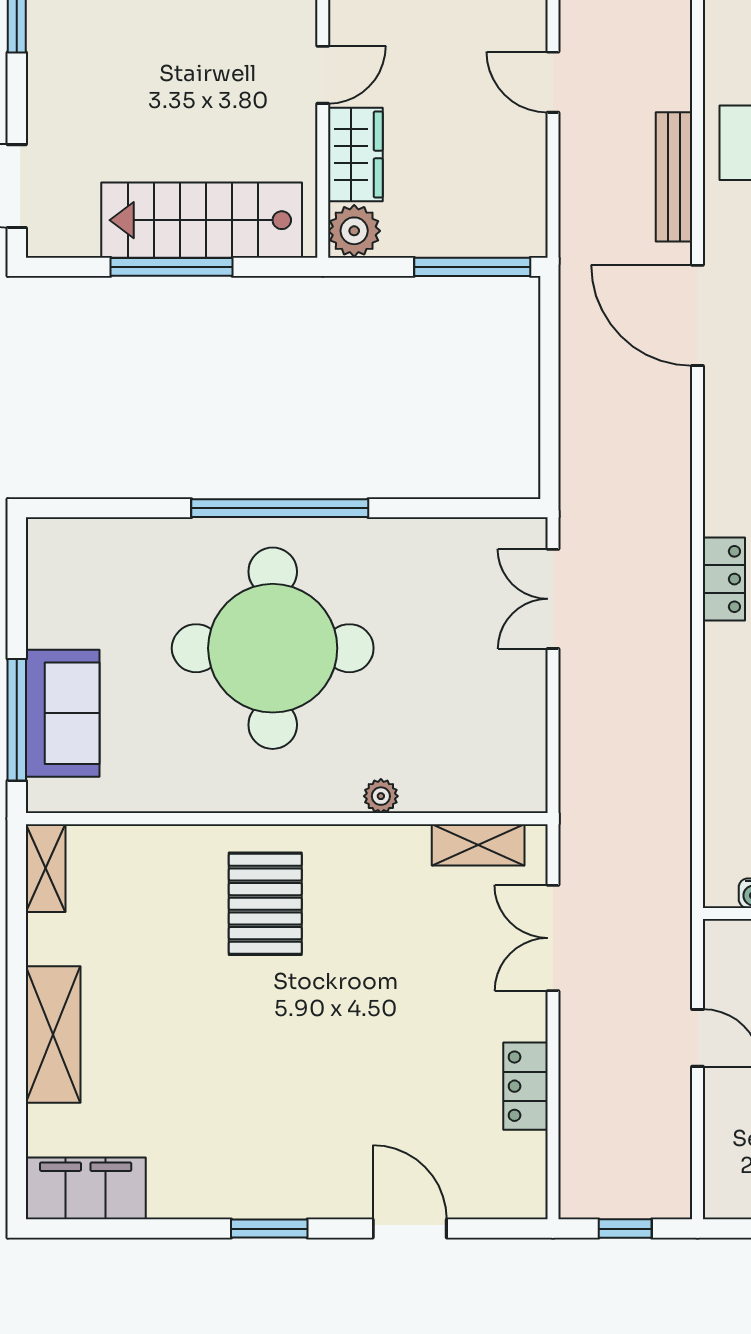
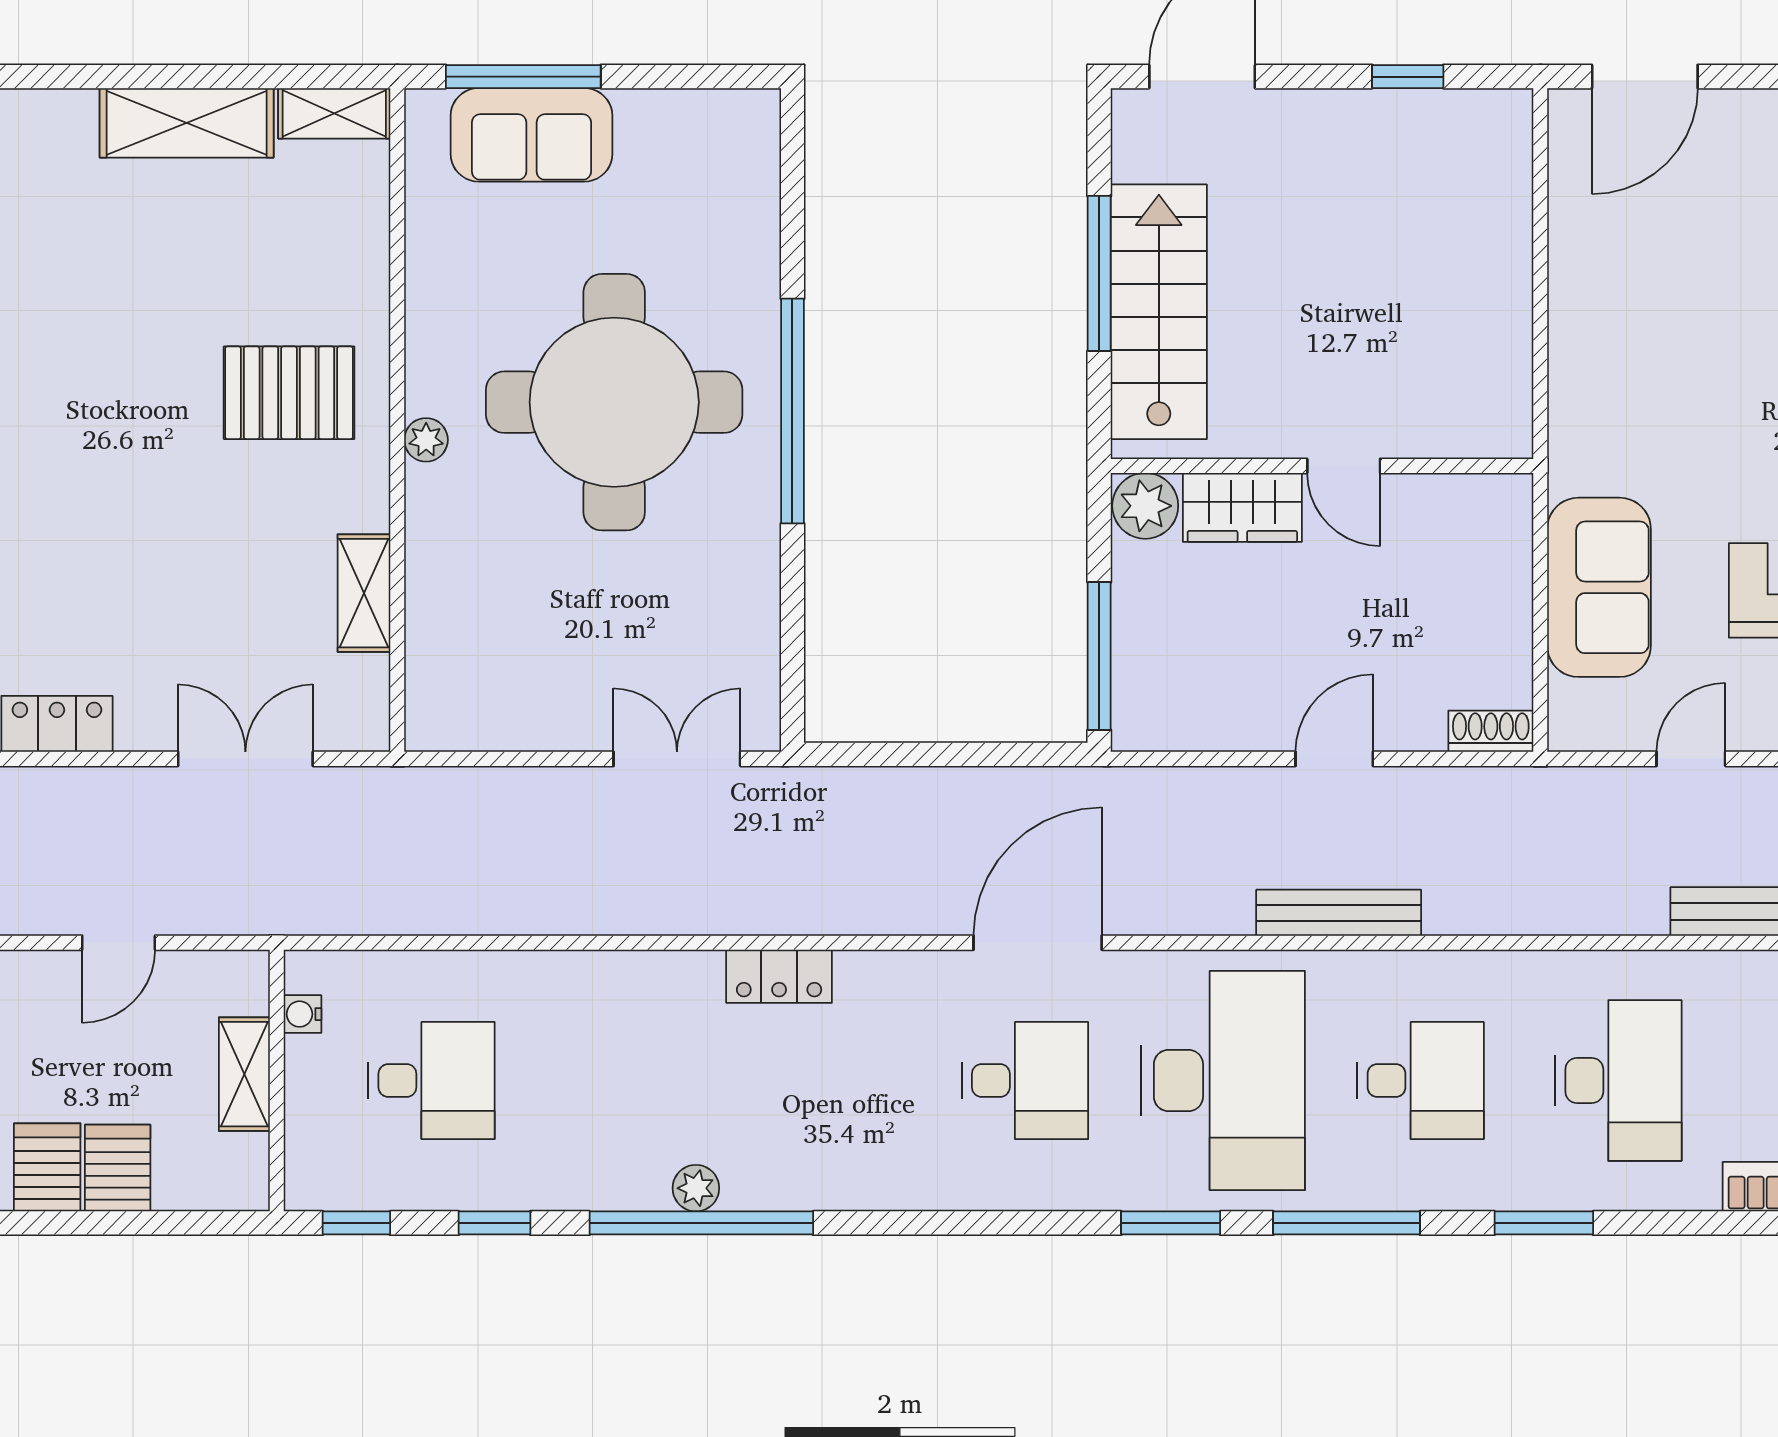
bench: (674, 177) -> (1339, 913), moved
locker: (724, 579) -> (779, 976), moved
plant: (381, 796) -> (426, 440), moved
shelving: (478, 845) -> (364, 593), moved
shelving: (53, 1035) -> (187, 123), moved

